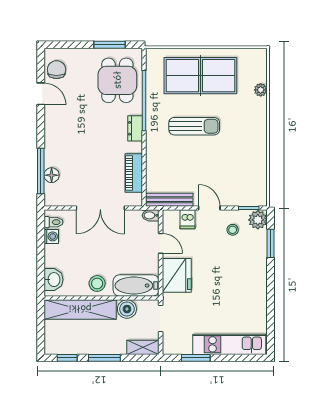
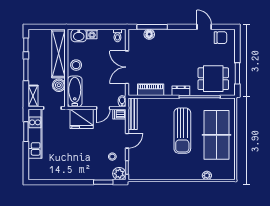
door: (41, 94) -> (204, 27), swing flipped
sun lounger: (194, 126) -> (182, 131), width x1.36, depth x1.34
dishwasher: (187, 219) -> (119, 114), moved
washing machine: (51, 236) -> (92, 34), moved
kitchen unit: (229, 344) -> (35, 134), moved

